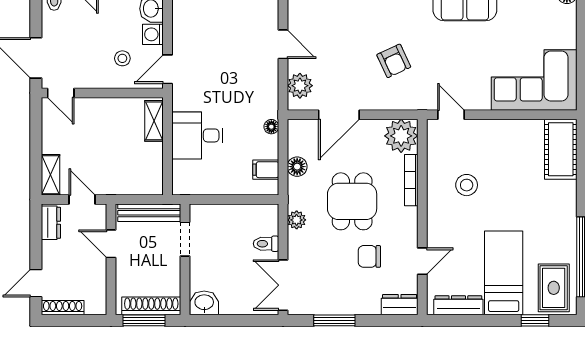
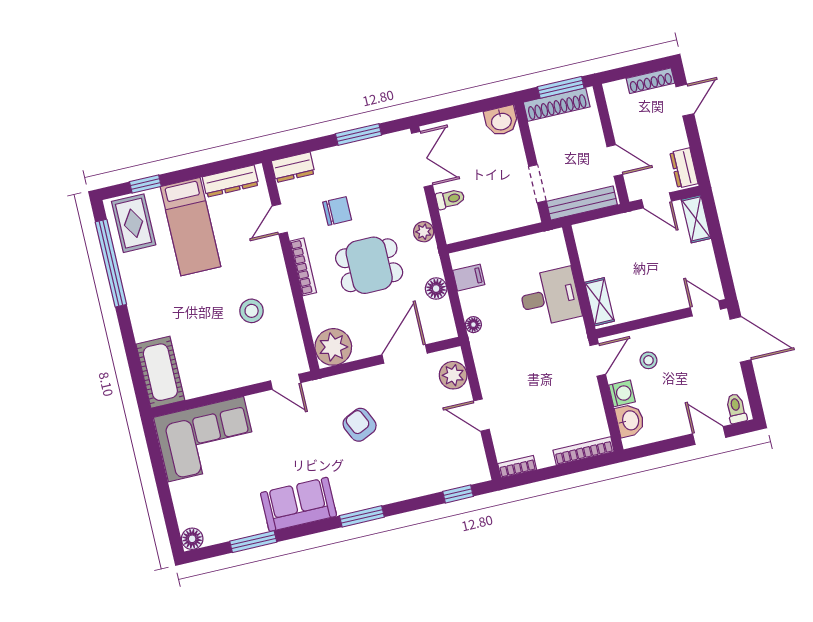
bookcase: (411, 180) -> (303, 267), moved
dining table: (352, 201) -> (369, 265), turned 90

